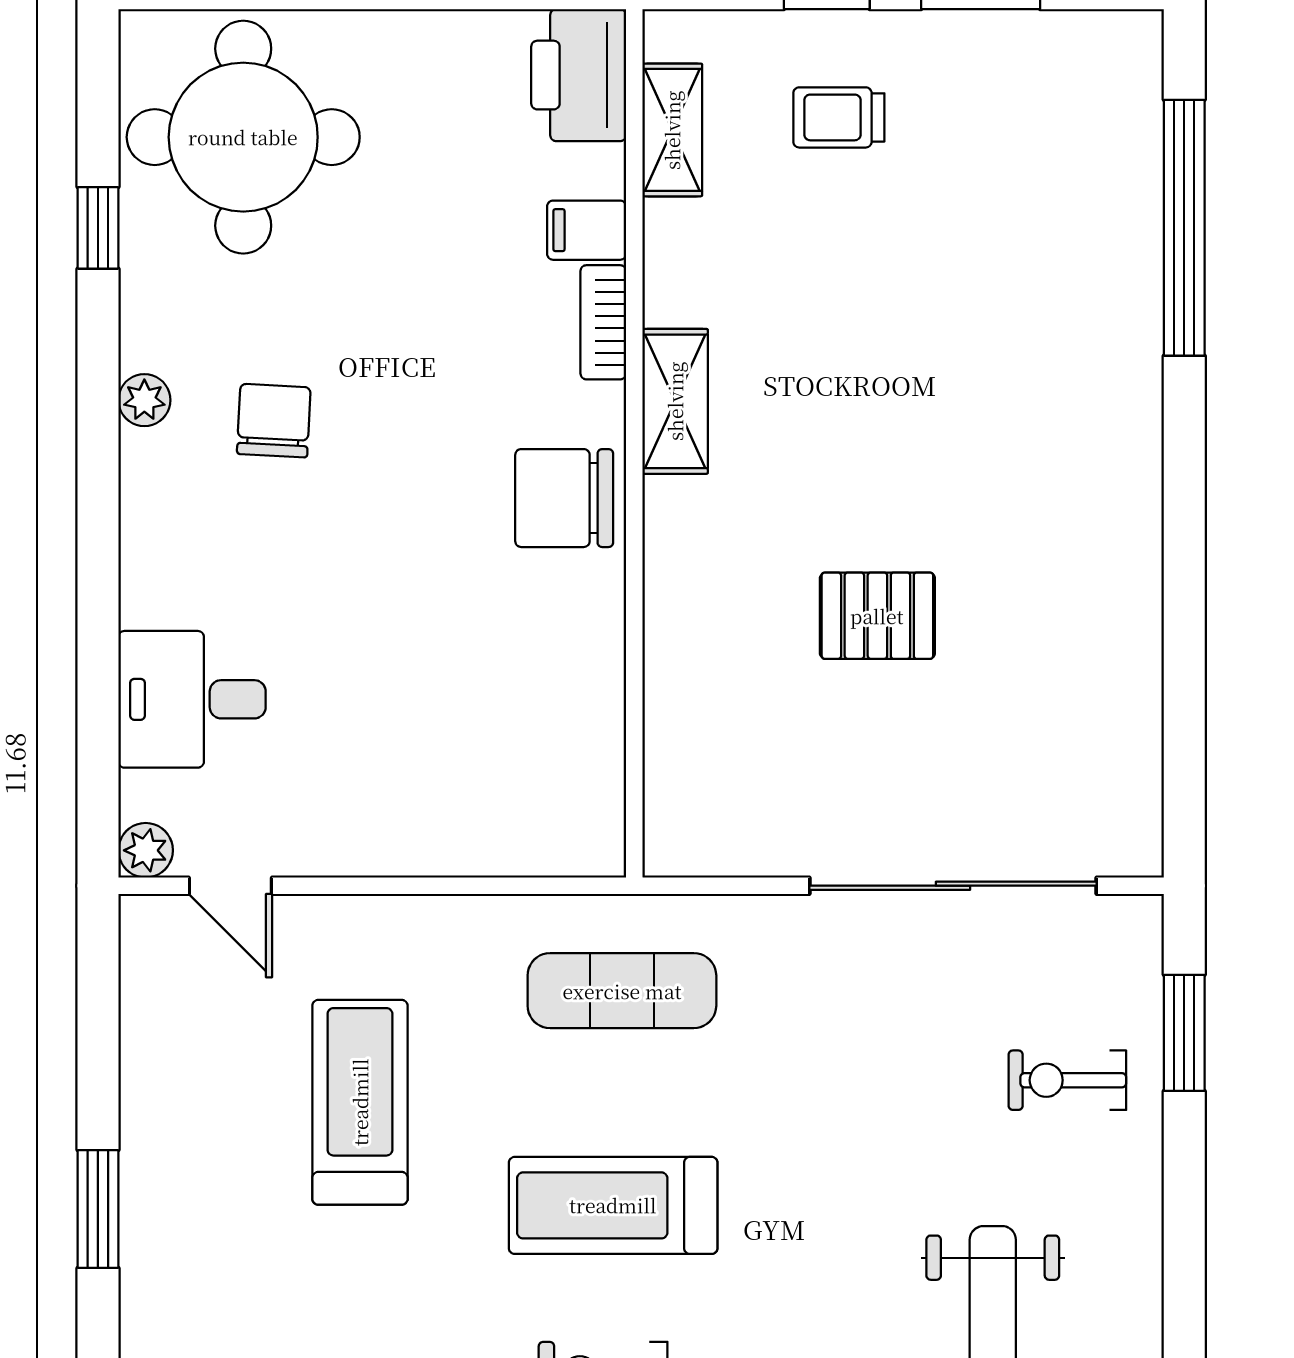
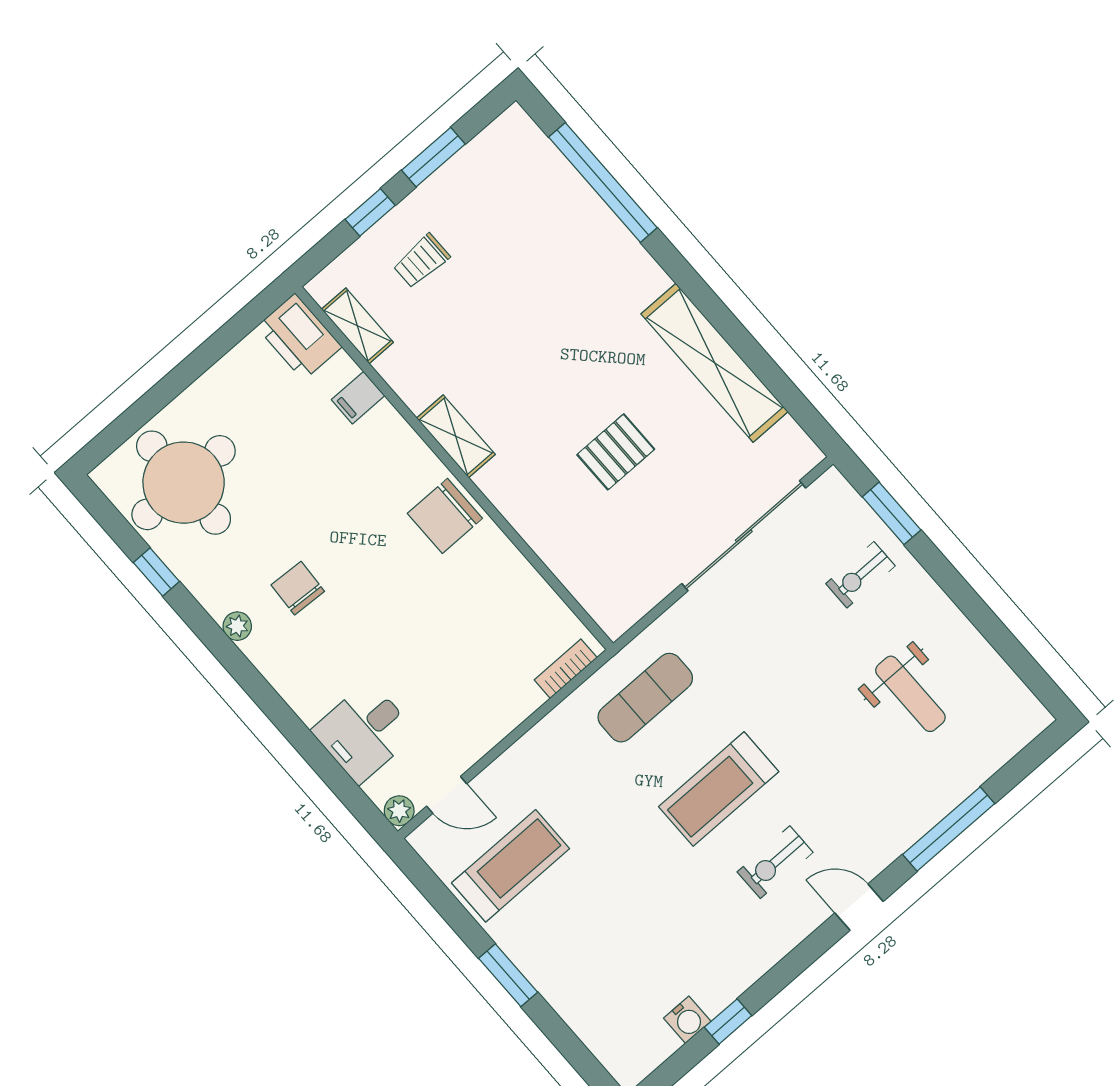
bookcase: (603, 322) -> (566, 669), moved, turned 90
shelving: (1121, 612) -> (715, 363), added
treadmill: (360, 1102) -> (511, 866), moved, turned 90

